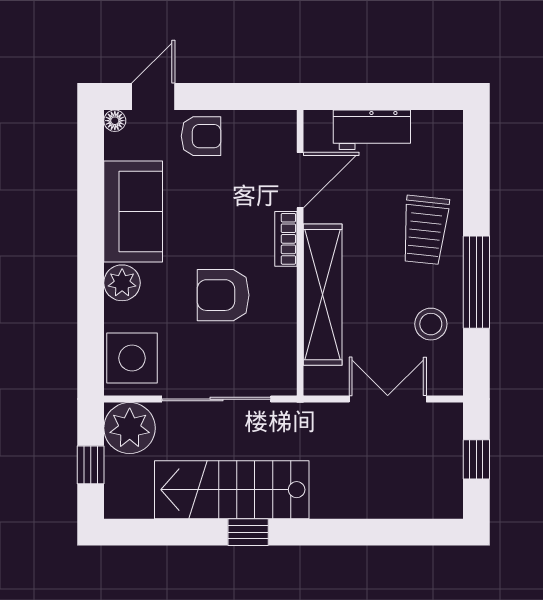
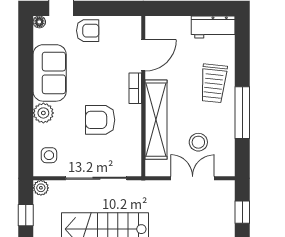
workbench: (372, 130) -> (213, 27), moved
stool: (431, 324) -> (198, 142), moved
side table: (132, 358) -> (49, 155), width x0.54, depth x0.54
plant: (130, 428) -> (41, 188), width x0.53, depth x0.53

